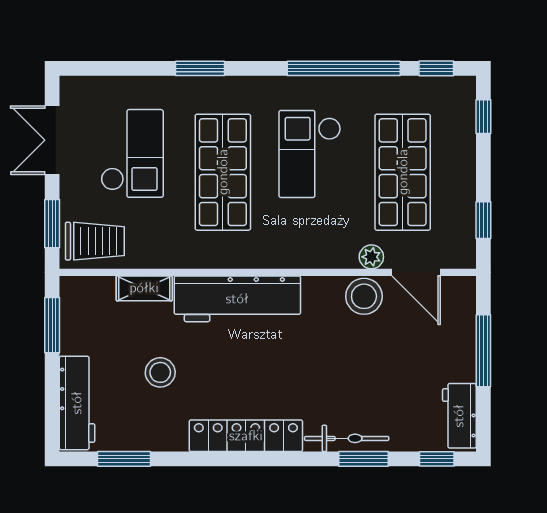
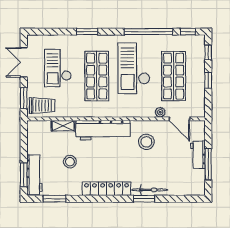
checkout: (132, 153) -> (58, 68), turned 180
checkout: (310, 154) -> (134, 68), width x1.36, depth x1.21
window: (483, 220) -> (208, 80), moved
stool: (364, 296) -> (146, 142), moved
window: (52, 325) -> (24, 175), moved
window: (483, 351) -> (208, 164), moved
workbench: (459, 416) -> (198, 155), moved
window: (364, 459) -> (144, 199), moved
window: (437, 459) -> (188, 199), removed

